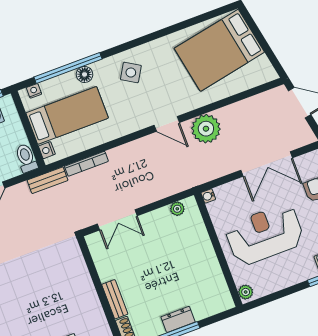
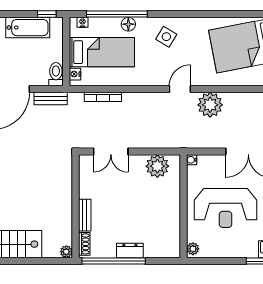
door: (167, 124) -> (180, 89), swing flipped
bench: (48, 180) -> (51, 99), moved
plant: (177, 209) -> (157, 166), width x1.87, depth x1.87
reception desk: (265, 235) -> (226, 208), turned 180

